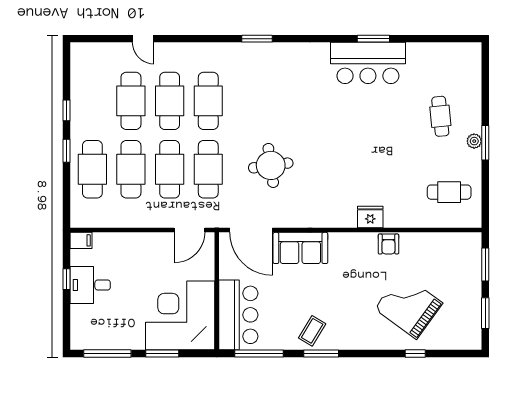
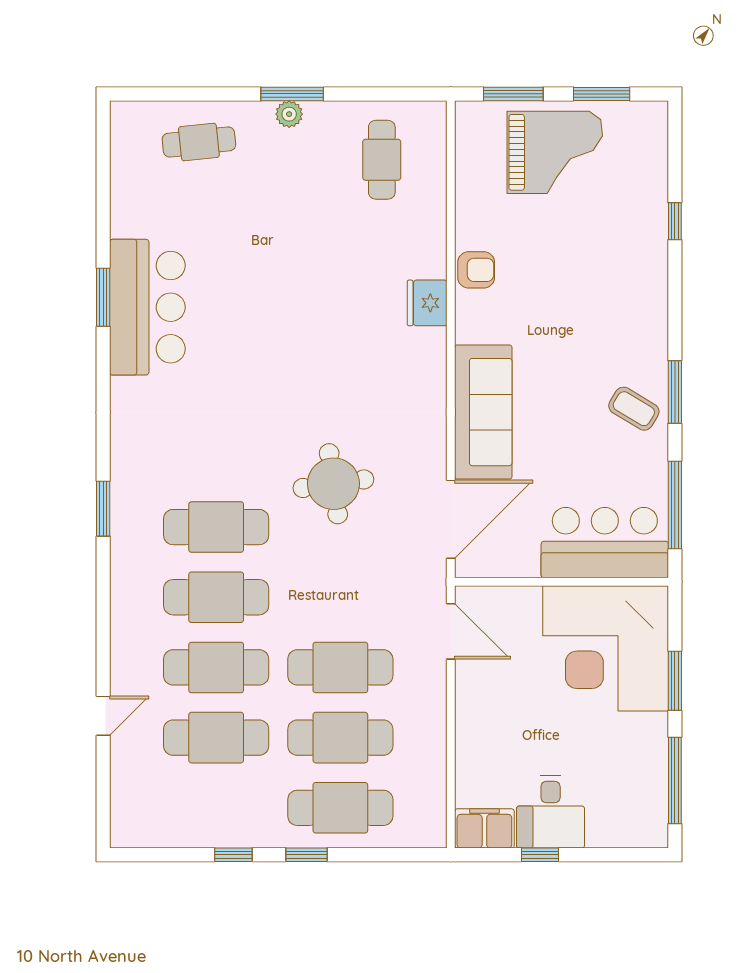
cafe table: (440, 116) -> (199, 142), moved
cafe table: (208, 169) -> (216, 527), moved
filing cabinet: (81, 240) -> (484, 828), width x2.00
sofa: (300, 248) -> (483, 412), width x1.36
grand piano: (409, 306) -> (555, 152), moved, turned -126

